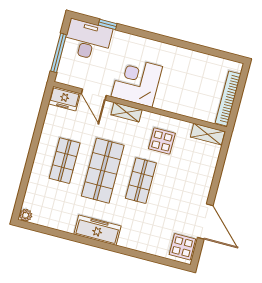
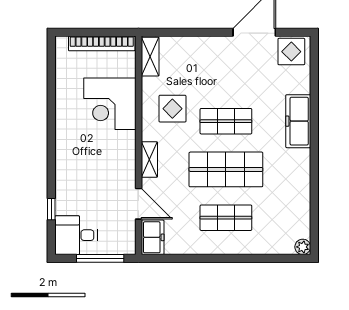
desk: (88, 40) -> (76, 235), width x0.73
corner desk: (137, 82) -> (110, 104), moved
door: (94, 94) -> (139, 204), hinge flipped
freezer: (97, 230) -> (298, 121), moved

